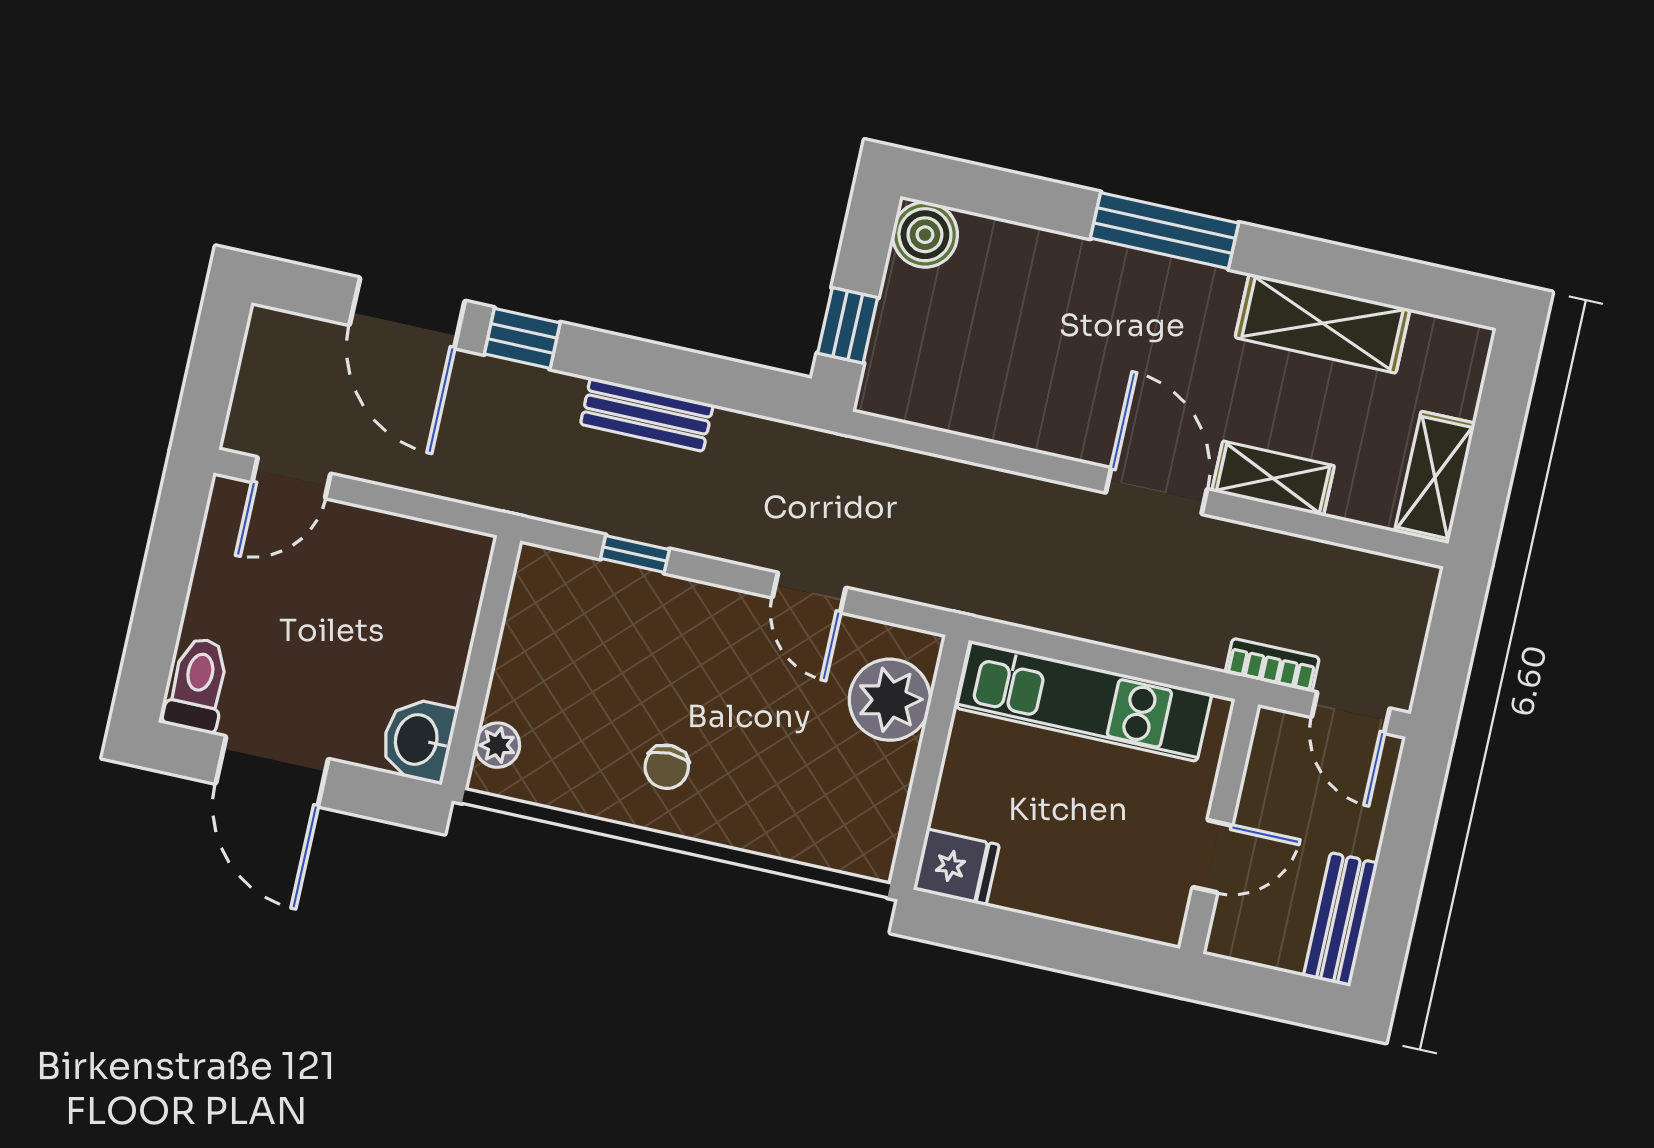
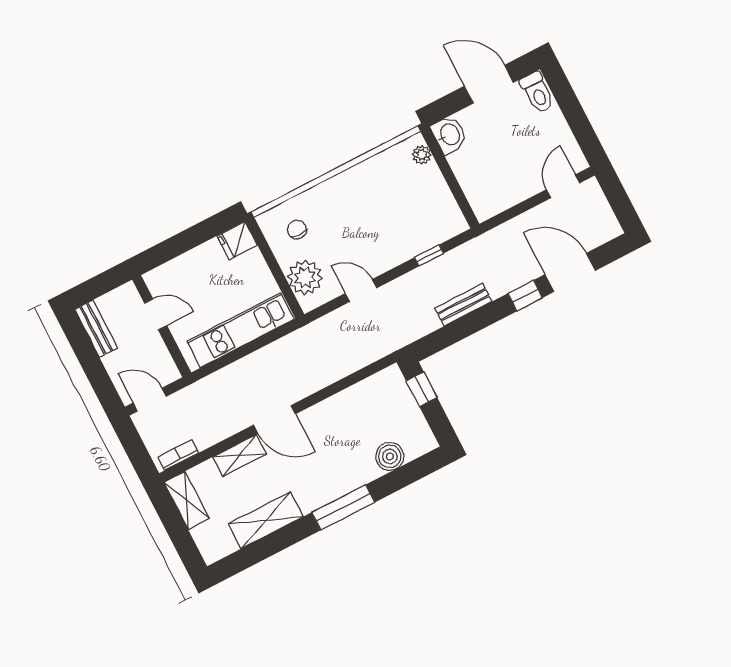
boiler: (925, 235) -> (390, 456), moved
bookcase: (1272, 665) -> (178, 455), moved, turned 180
chair: (667, 767) -> (297, 230), moved
door: (1212, 856) -> (156, 314), swing flipped

